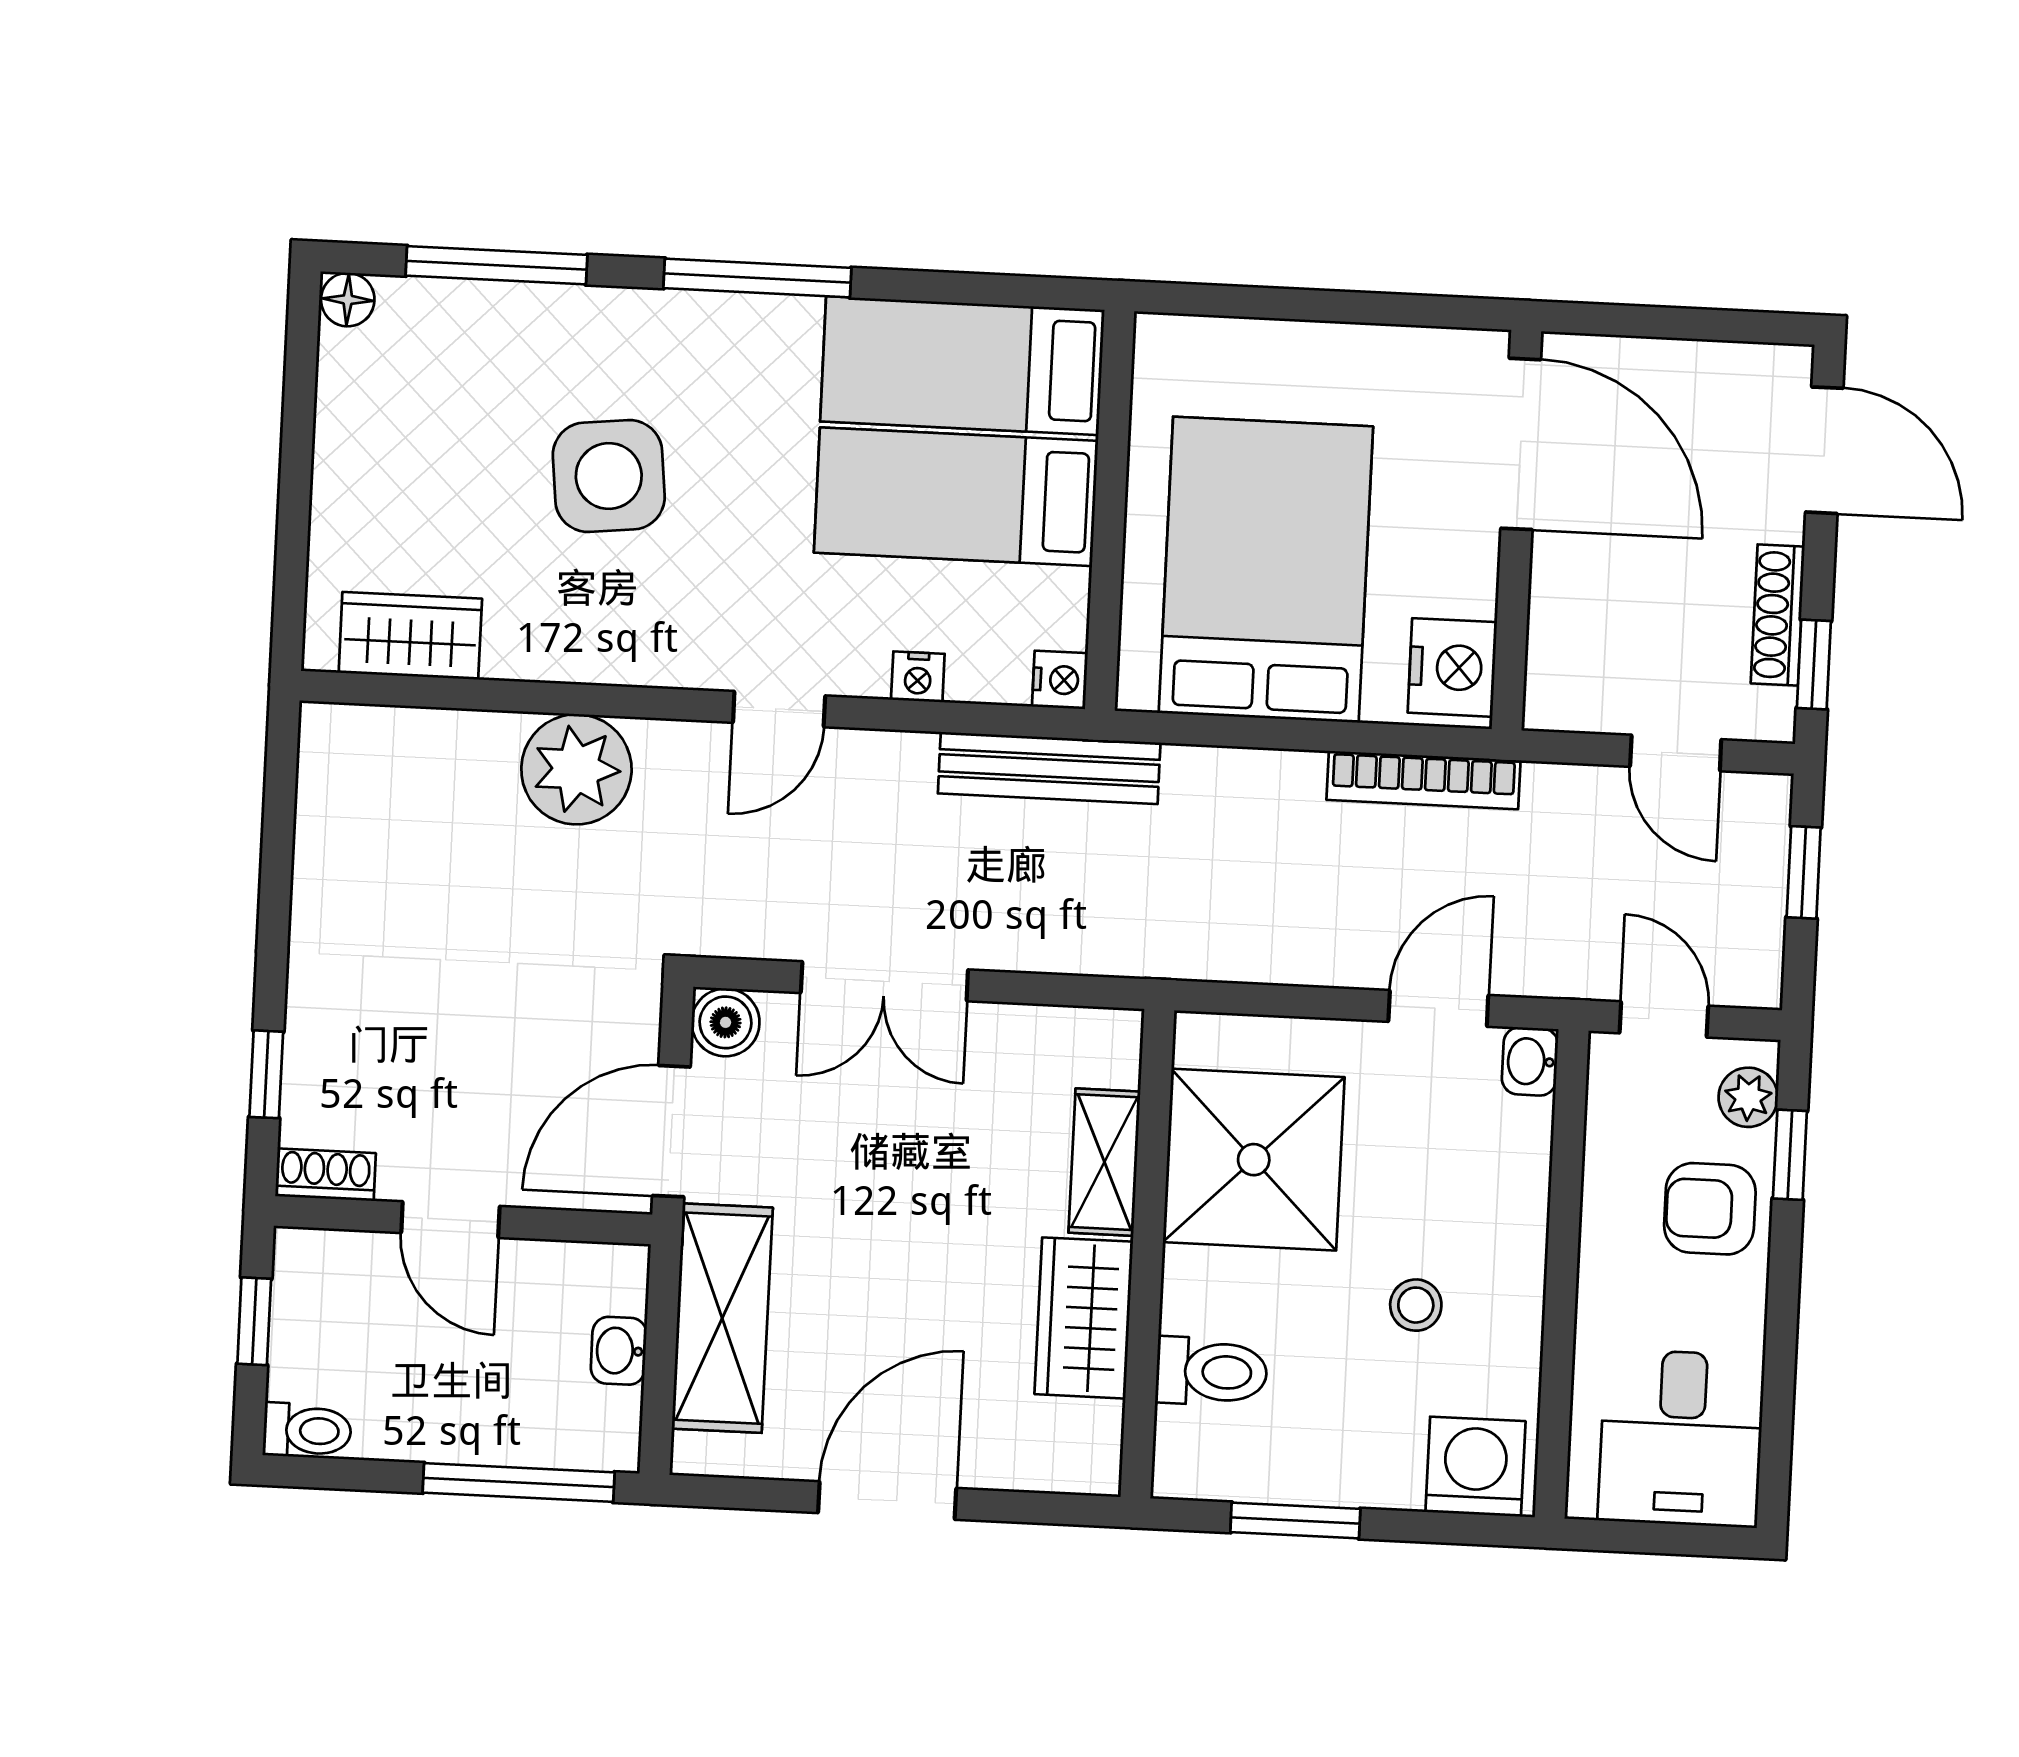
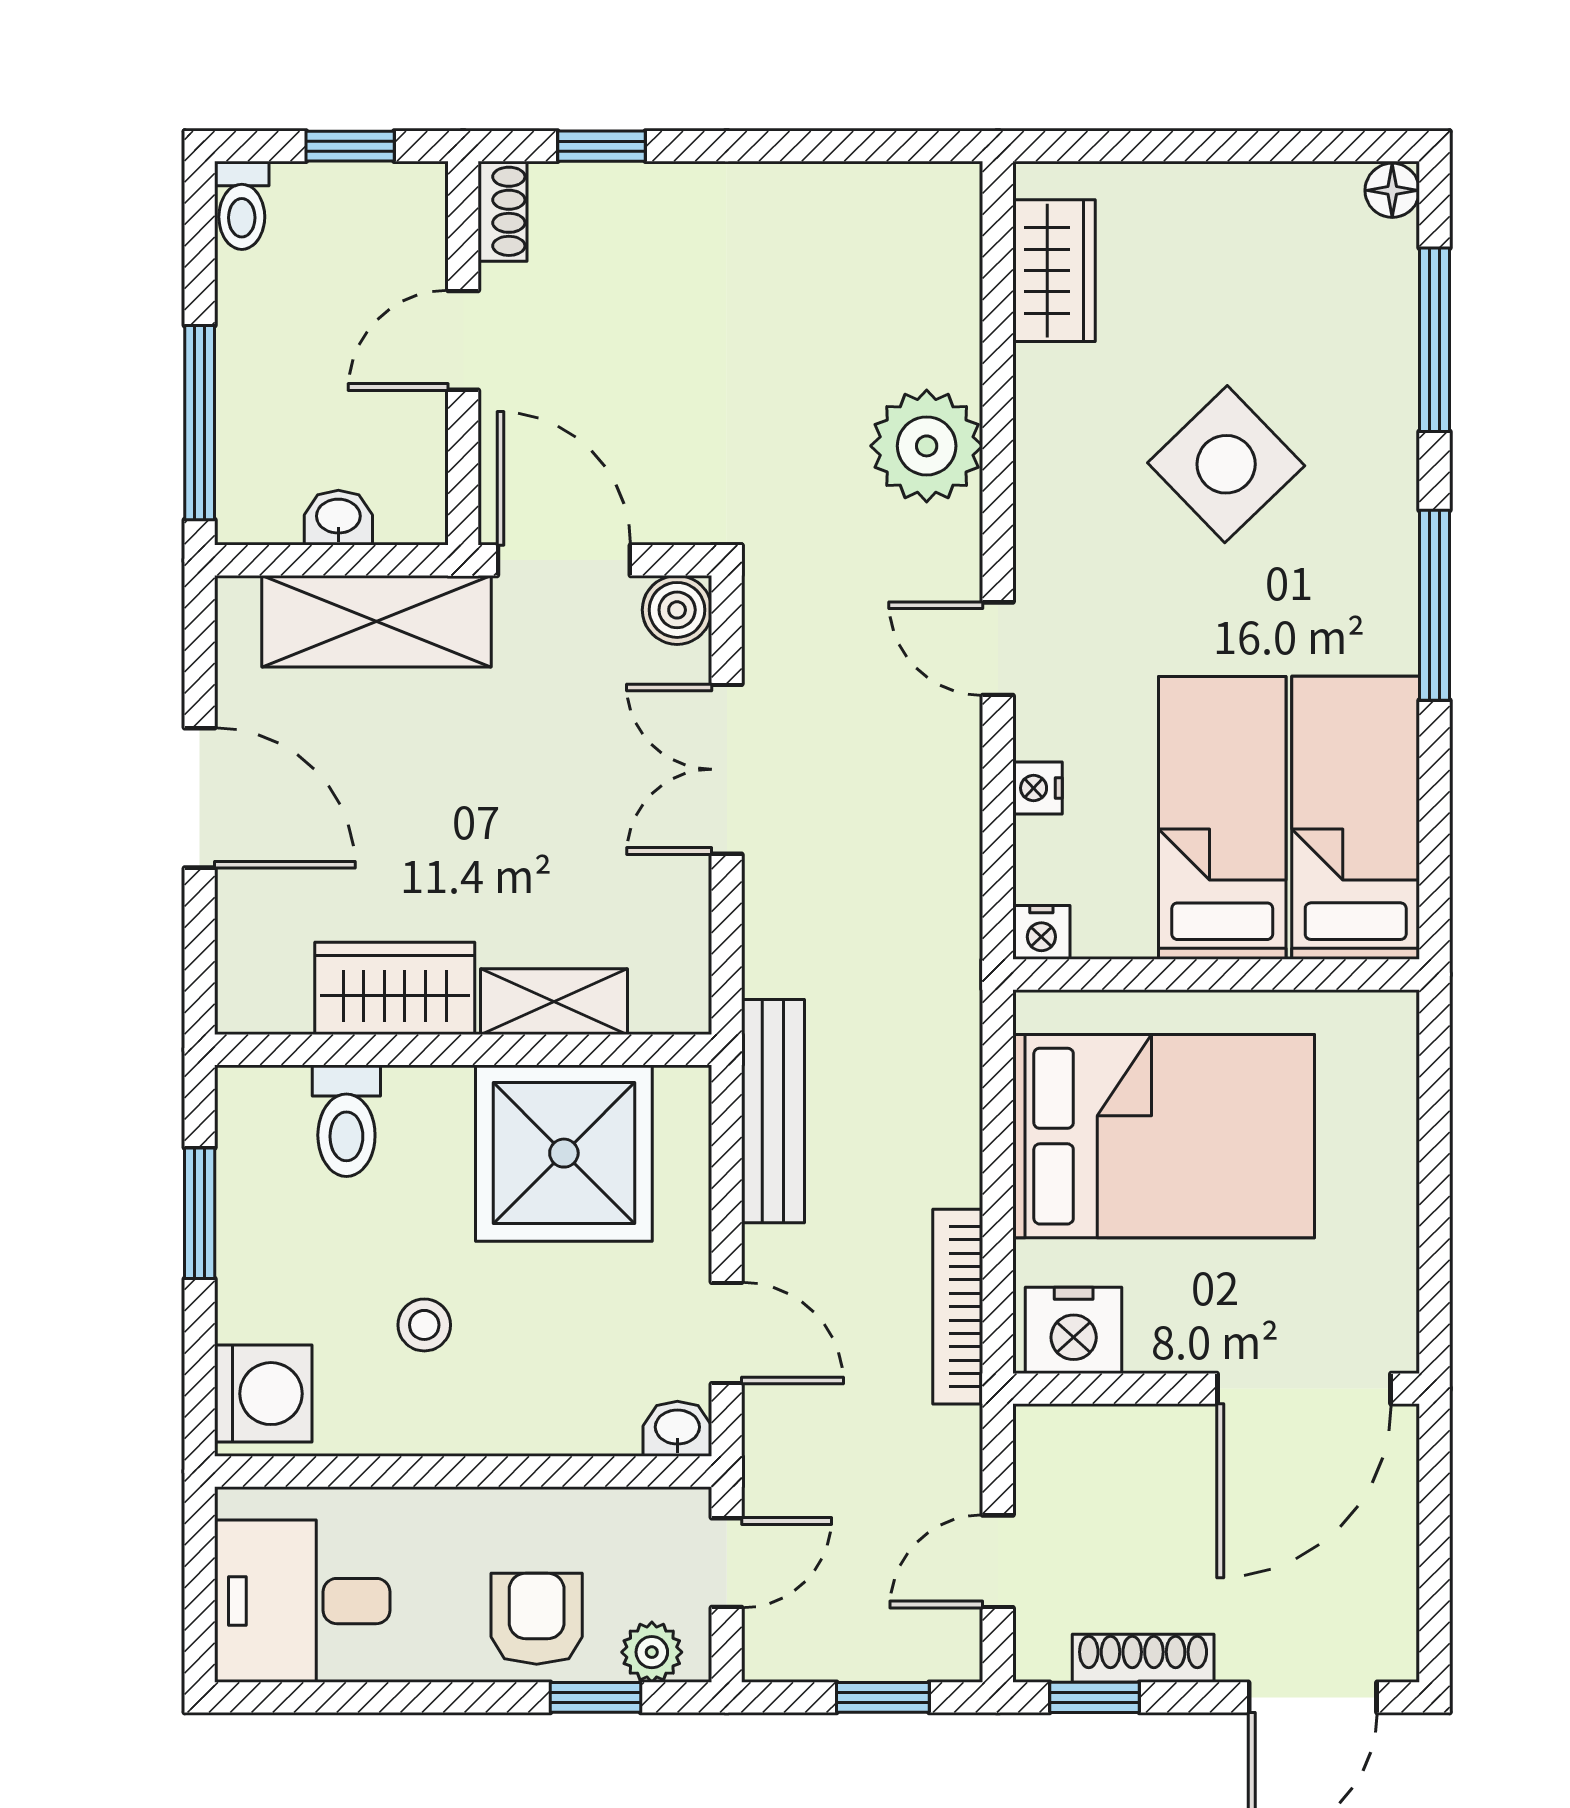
side table: (609, 476) -> (1226, 464), turned -38
bench: (1049, 768) -> (773, 1111), moved

